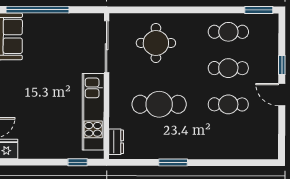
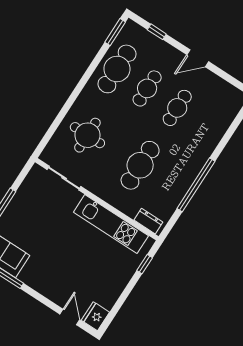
cafe table: (228, 32) -> (117, 69), width x1.37, depth x1.35
sliding door: (107, 47) -> (64, 178), width x0.73
window: (282, 65) -> (157, 32), moved
window: (173, 162) -> (196, 185), width x2.11

